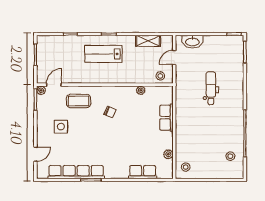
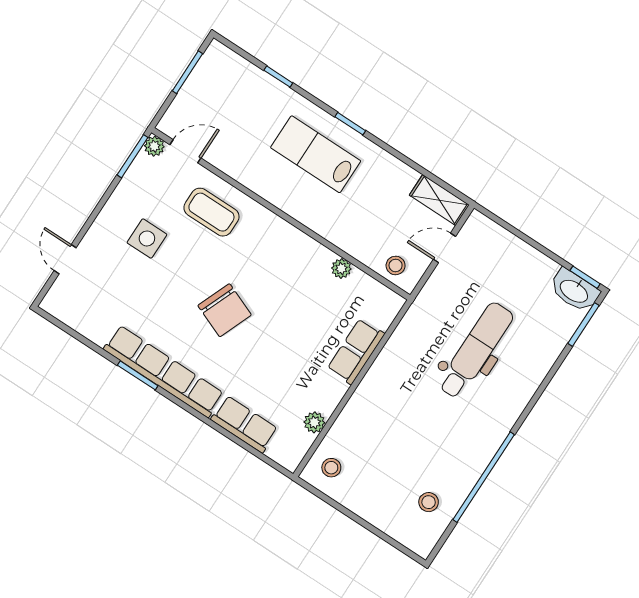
shelving: (148, 41) -> (439, 200), moved
washbasin: (192, 42) -> (574, 291), moved
dental chair: (211, 88) -> (476, 350), width x1.36, depth x1.38
chair: (110, 112) -> (225, 310), moved, width x1.87, depth x1.87
door: (35, 154) -> (65, 259), swing flipped
row of seats: (76, 172) -> (164, 371), moved

